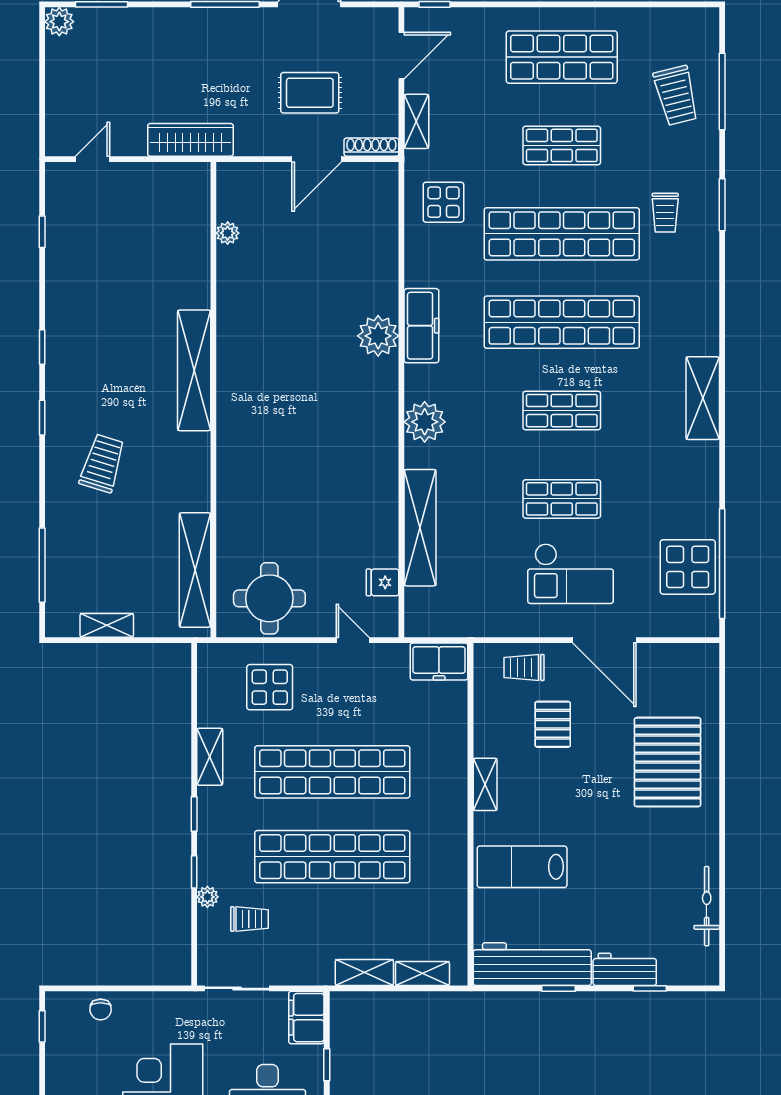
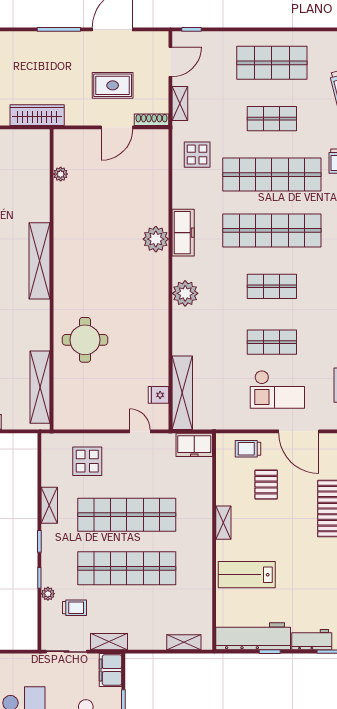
shelving: (420, 528) -> (182, 393), moved
round table: (269, 598) -> (85, 340), moved
shelving: (364, 973) -> (109, 642), moved

